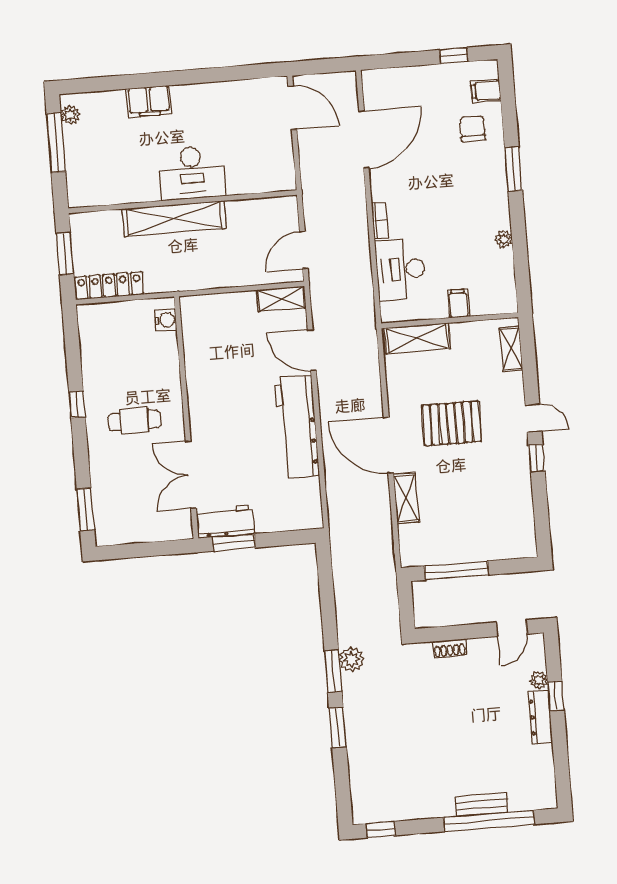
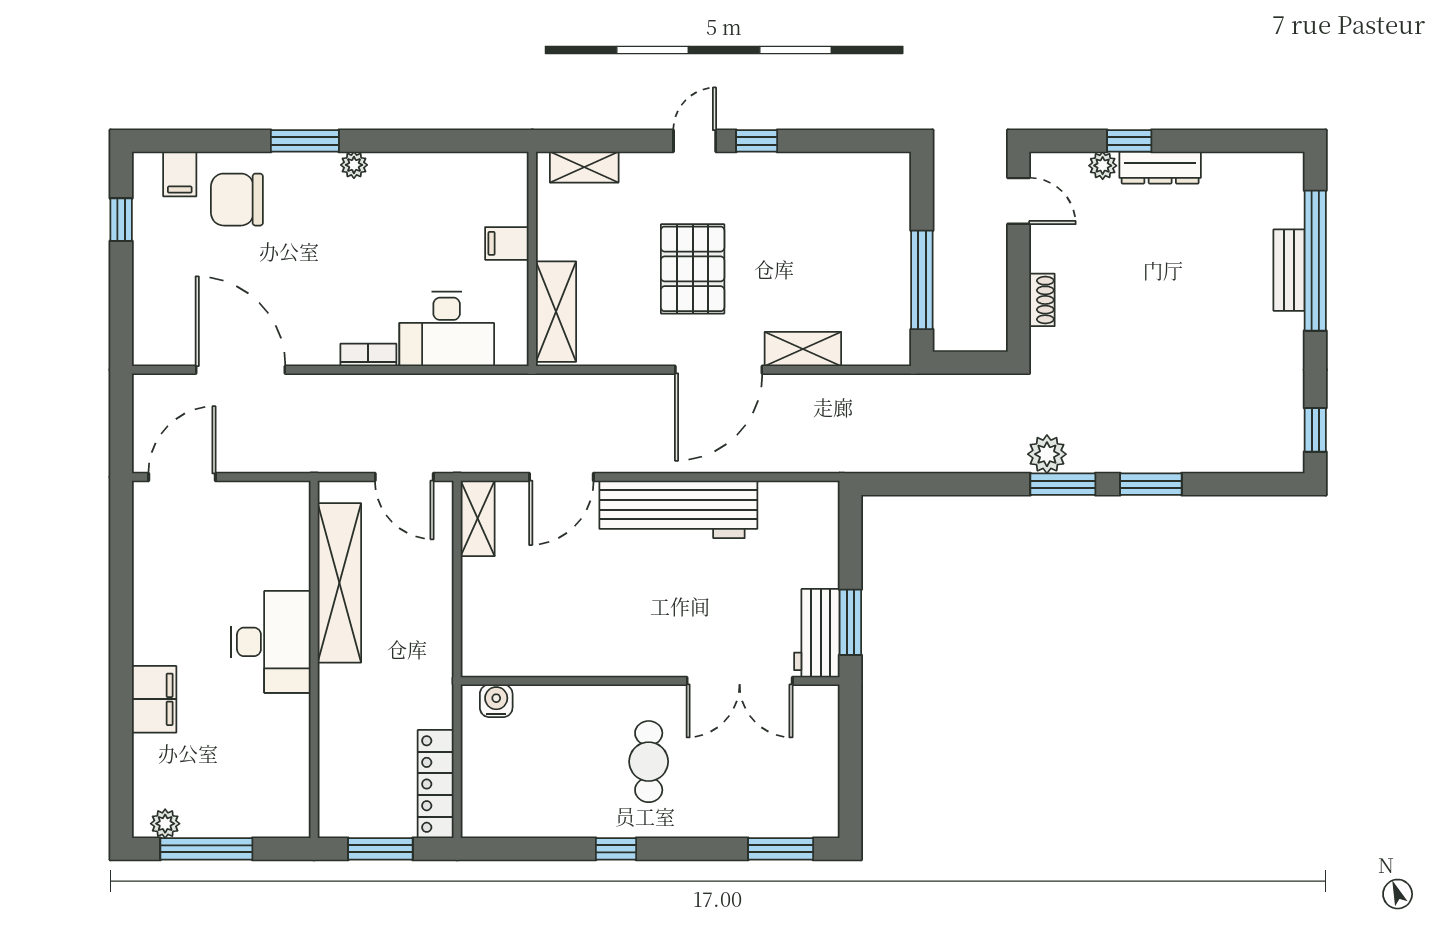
chair: (472, 129) -> (237, 200), width x1.37, depth x1.37
shelving: (174, 219) -> (339, 583), moved
plant: (504, 239) -> (354, 165), moved

